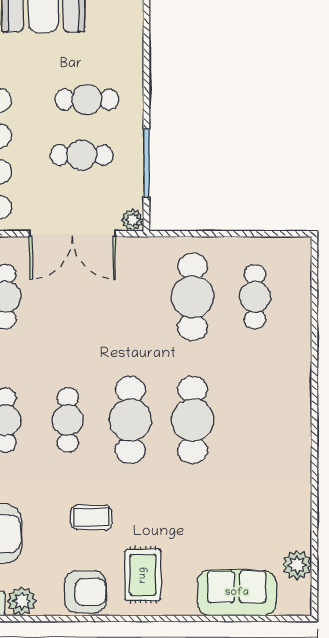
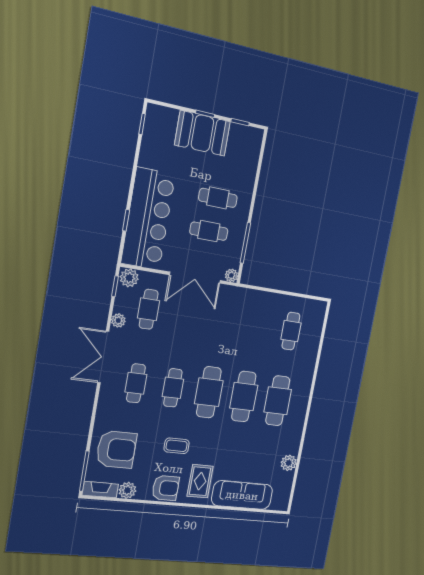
cafe table: (193, 297) -> (278, 401), moved
plant: (297, 565) -> (289, 463), moved
sofa: (237, 593) -> (242, 495), width x1.36

